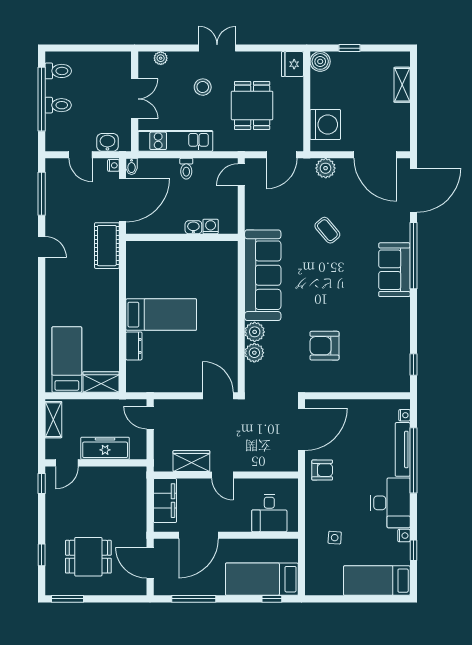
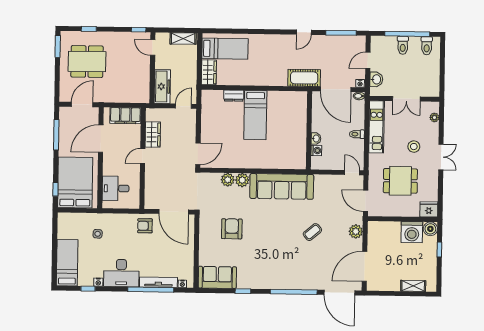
washing machine: (325, 125) -> (412, 232), moved
sofa: (394, 270) -> (217, 277), moved
window: (413, 364) -> (243, 291), moved
freezer: (105, 448) -> (162, 87), moved
armchair: (322, 470) -> (145, 226), turned 90
door: (198, 535) -> (101, 139), hinge flipped
dining table: (88, 557) -> (87, 62), width x1.38
bed: (262, 579) -> (75, 183), width x1.50

